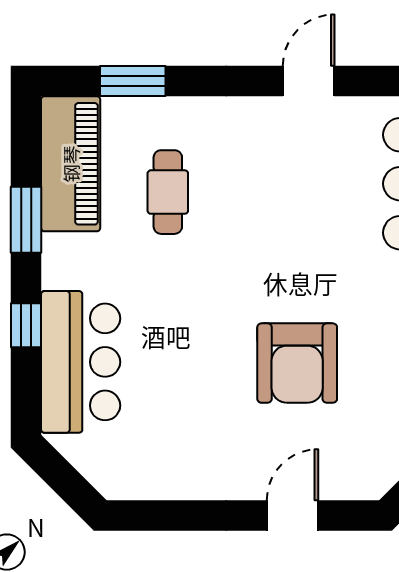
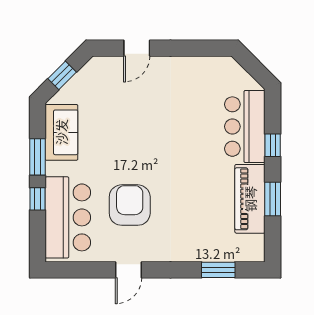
piano: (71, 164) -> (250, 199), moved
cafe table: (168, 192) -> (200, 213), removed
armchair: (297, 363) -> (130, 205), moved

